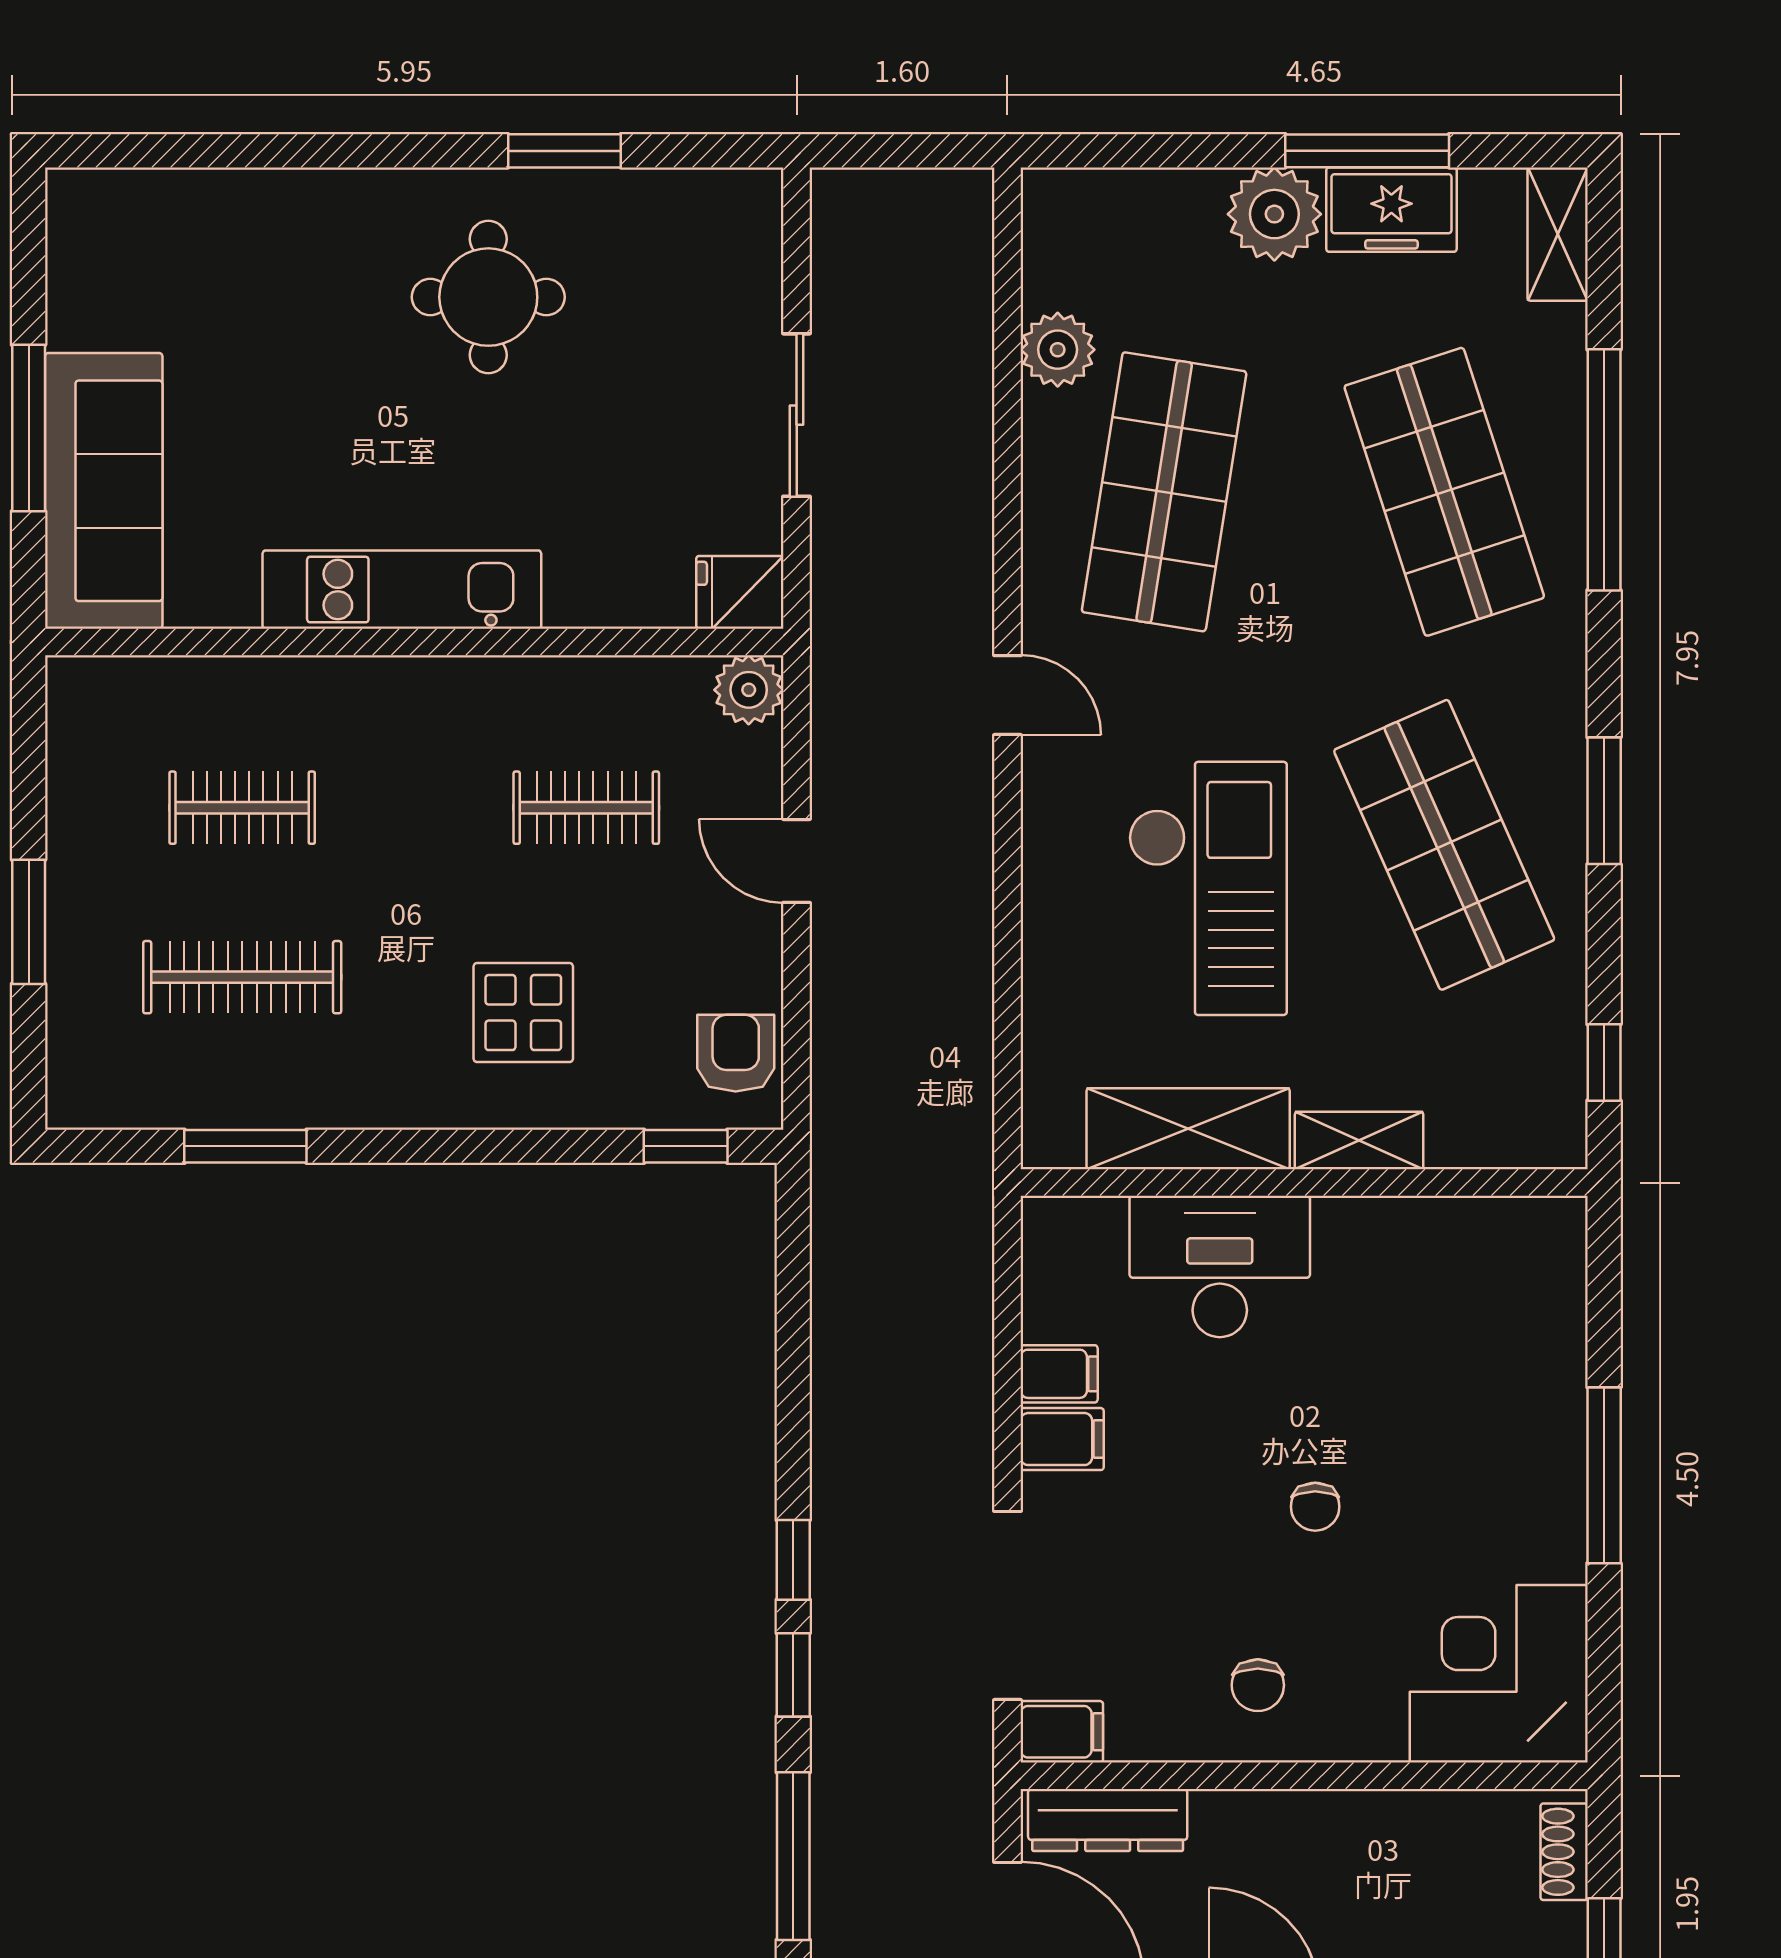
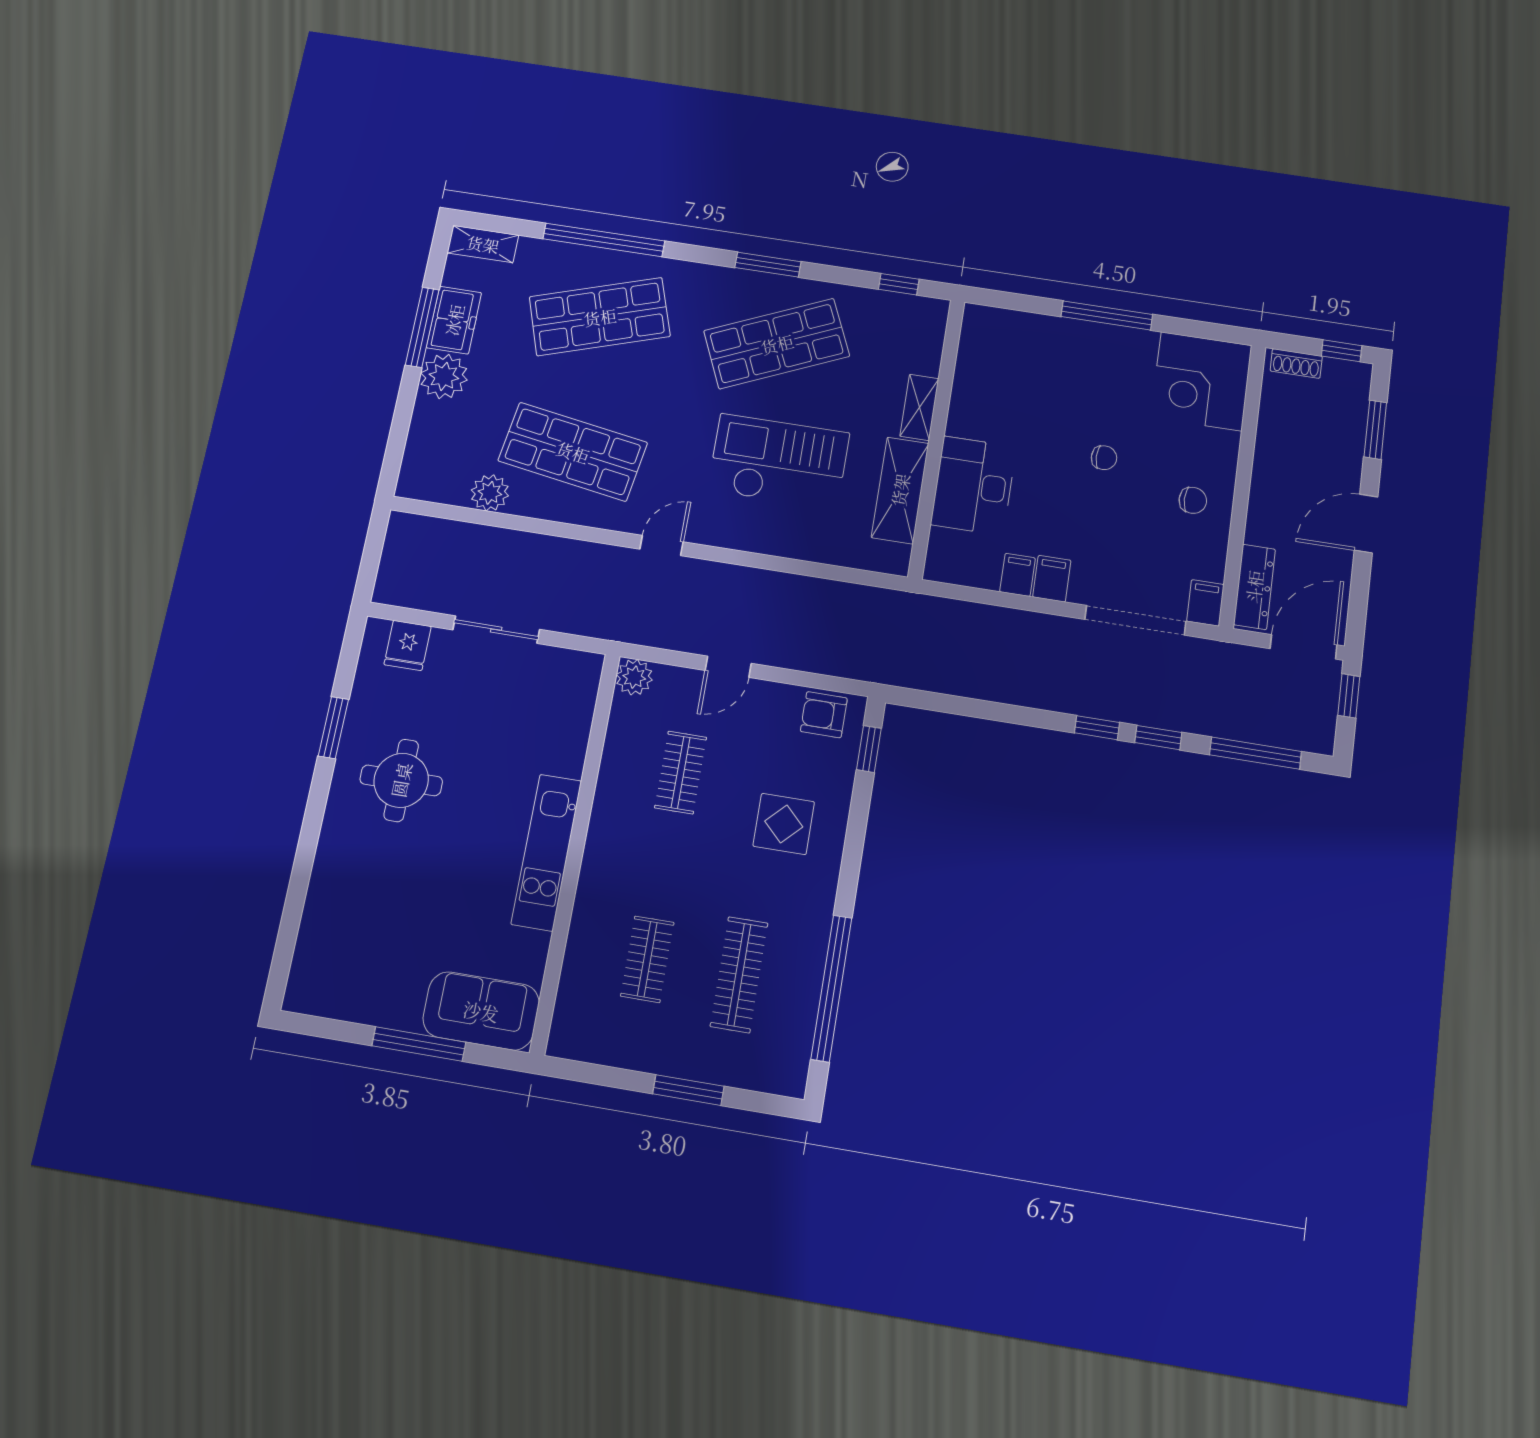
sofa: (104, 491) -> (481, 1011), width x0.73
fridge: (740, 592) -> (408, 645), moved
window: (245, 1146) -> (831, 988), width x2.11

